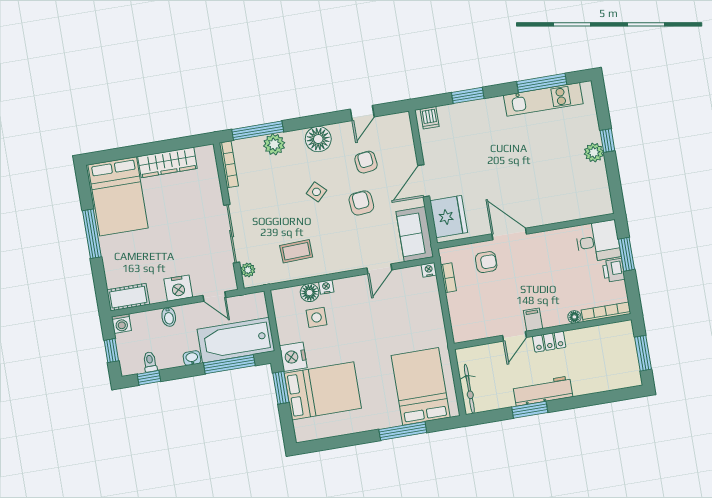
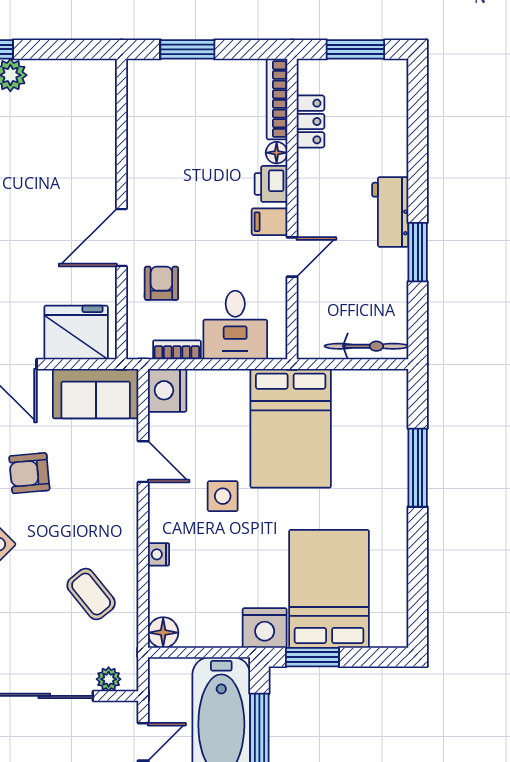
desk: (598, 241) -> (235, 325), moved, turned 180
coffee table: (296, 251) -> (91, 594), turned -37
nightstand: (429, 270) -> (167, 390), width x1.89, depth x1.79
printer: (614, 270) -> (271, 184), moved, turned 90
floor lamp: (310, 293) -> (163, 633), moved
side table: (317, 317) -> (223, 496), moved
door: (514, 336) -> (292, 257), hinge flipped
locker: (549, 342) -> (311, 121), moved
bed: (421, 386) -> (291, 428), moved, turned -90
workbench: (543, 391) -> (390, 212), width x0.73

